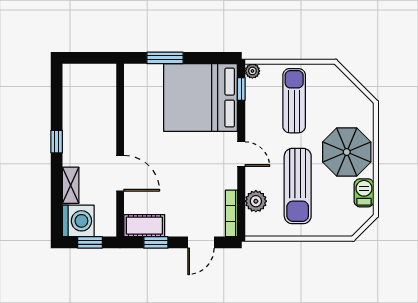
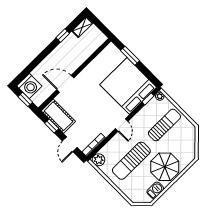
window: (57, 142) -> (63, 35), moved
door: (120, 173) -> (65, 84), swing flipped
shelving: (71, 185) -> (82, 27), moved
plant: (256, 201) -> (98, 160), moved
cot: (144, 226) -> (58, 116), width x1.37, depth x1.34
door: (201, 242) -> (70, 144), hinge flipped

